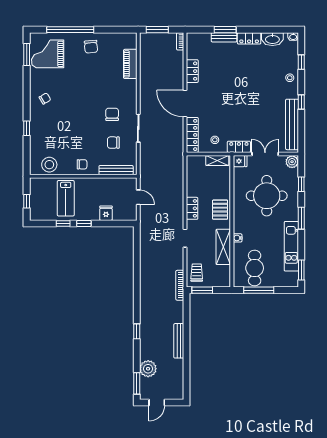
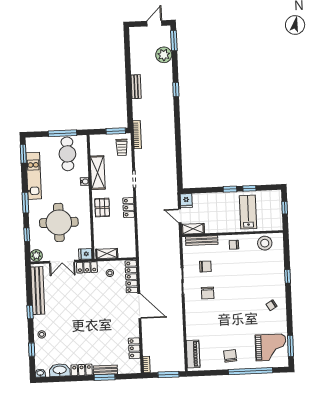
piano: (130, 64) -> (193, 354), moved
locker: (192, 71) -> (134, 348), moved
shelving: (125, 183) -> (193, 229), added
fridge: (106, 213) -> (186, 201), moved
bench: (179, 341) -> (136, 87), width x0.73

